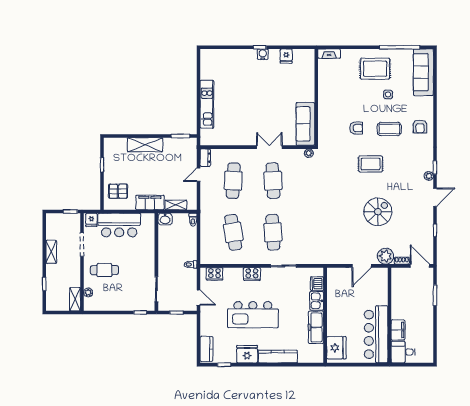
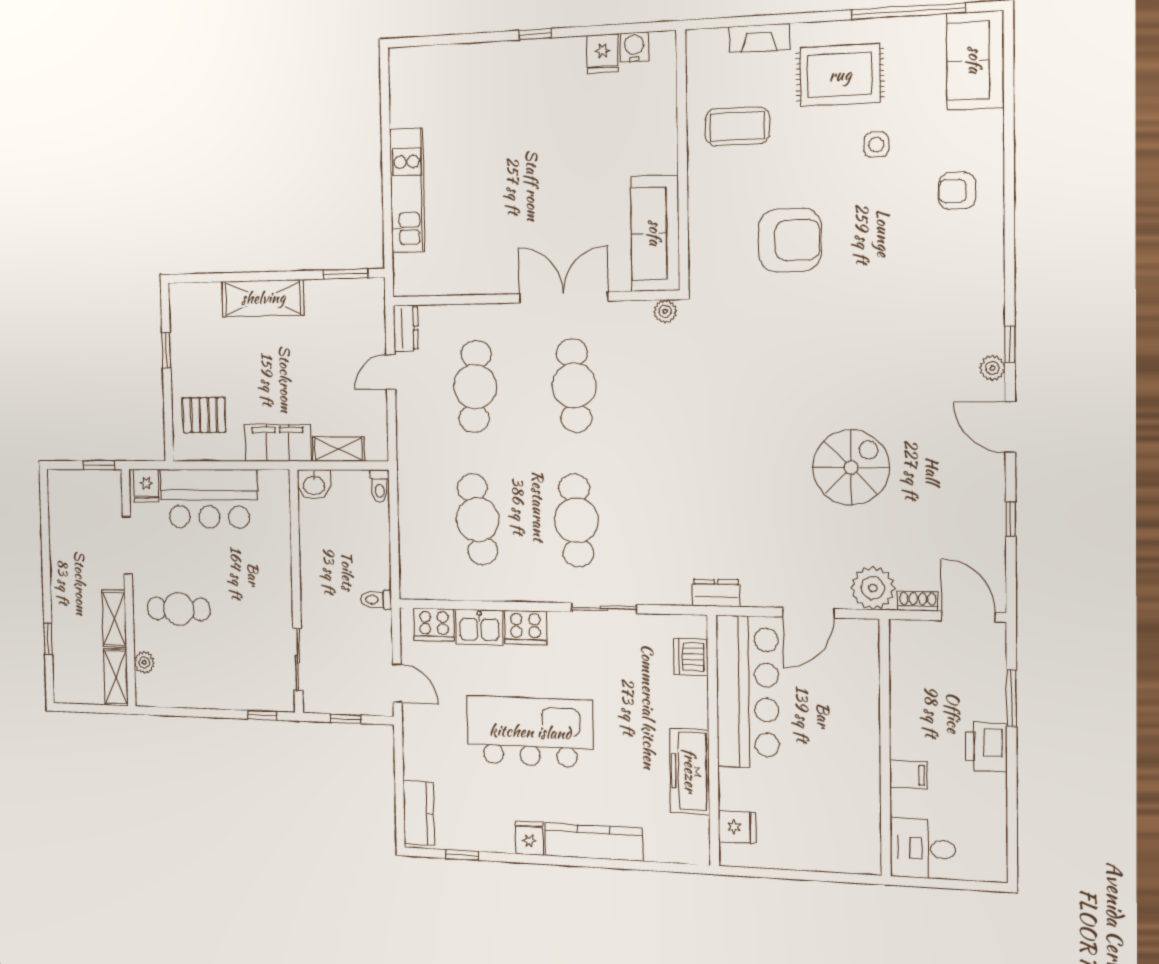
water cooler: (263, 54) -> (634, 47), moved
fireplace: (329, 54) -> (759, 38), moved
sofa: (423, 72) -> (975, 60), width x0.73
armchair: (420, 126) -> (957, 191), moved, turned 90
armchair: (356, 128) -> (790, 240), width x1.88, depth x1.88
coffee table: (389, 129) -> (737, 126), moved
double door: (269, 147) -> (563, 297), width x1.37
rug: (371, 164) -> (830, 337), removed
door: (435, 197) -> (1010, 427), swing flipped
shelving: (51, 252) -> (114, 619), moved
dresser: (327, 259) -> (716, 593), added
kitchen sink: (317, 301) -> (479, 627), moved, turned -90
printer: (426, 313) -> (986, 747), added
kitchen island: (253, 315) -> (530, 732), turned 180
filing cabinet: (398, 330) -> (908, 775), width x0.50
bar counter: (376, 334) -> (747, 692), moved, turned 180
fridge: (336, 348) -> (737, 827), width x0.53, depth x0.75
fridge: (247, 354) -> (529, 838), width x0.53, depth x0.75

